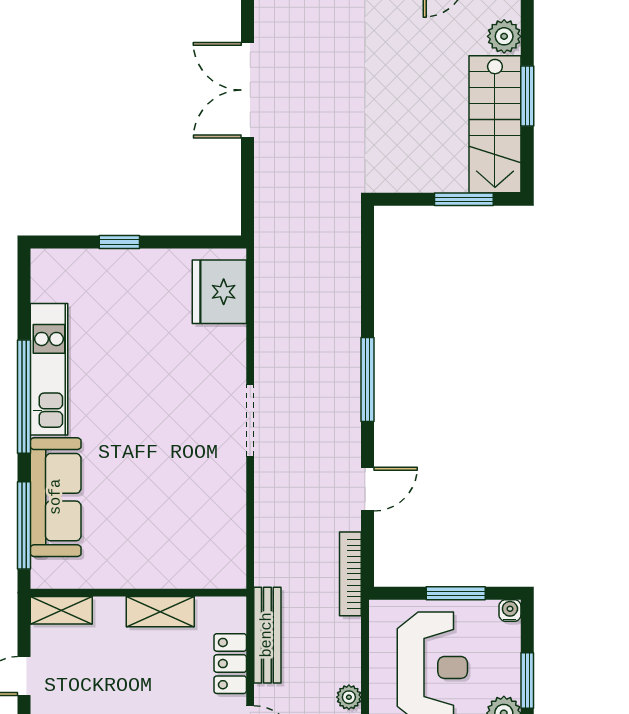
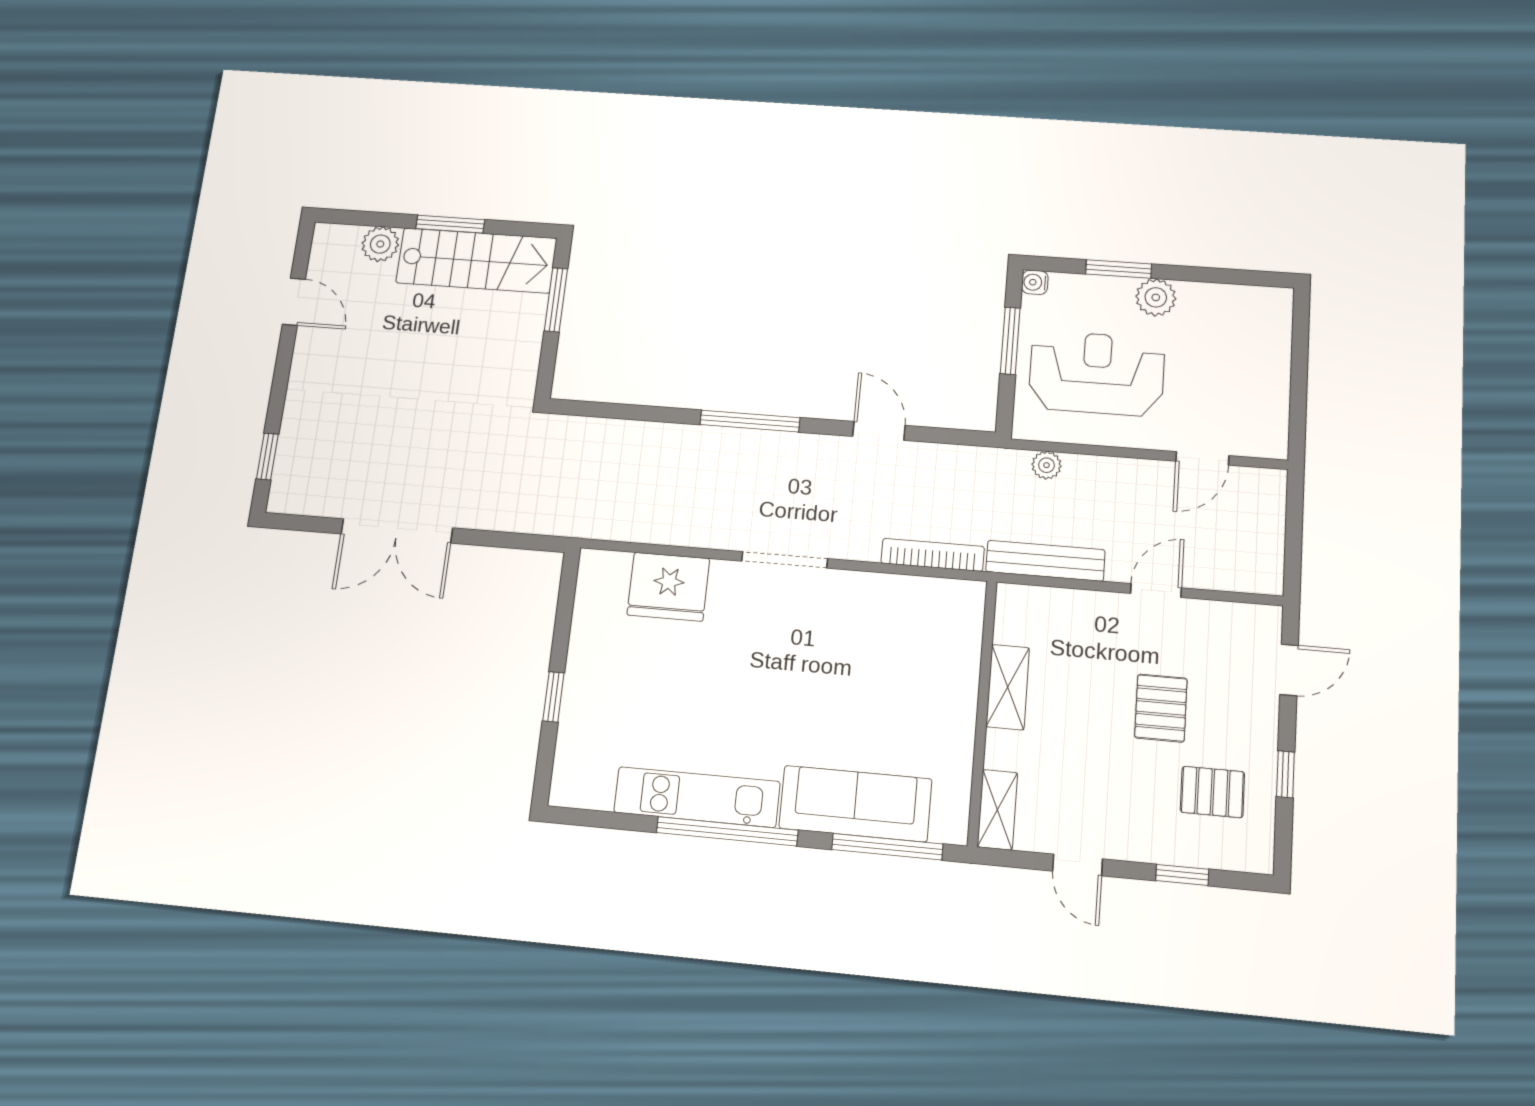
fridge: (219, 292) -> (668, 587), moved
bookcase: (350, 574) -> (933, 555), moved, turned 180
locker: (230, 664) -> (1077, 608), removed
plant: (349, 697) -> (1046, 465), moved

